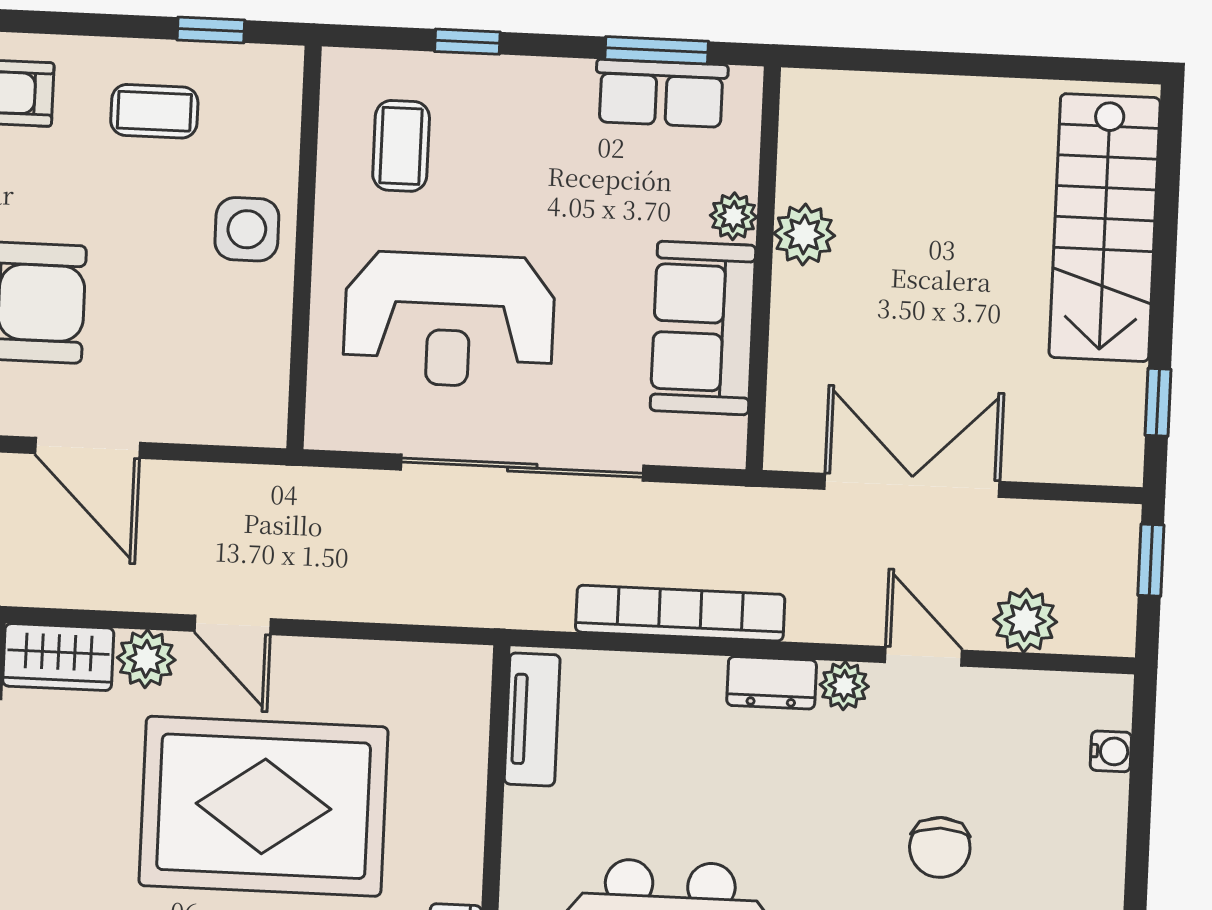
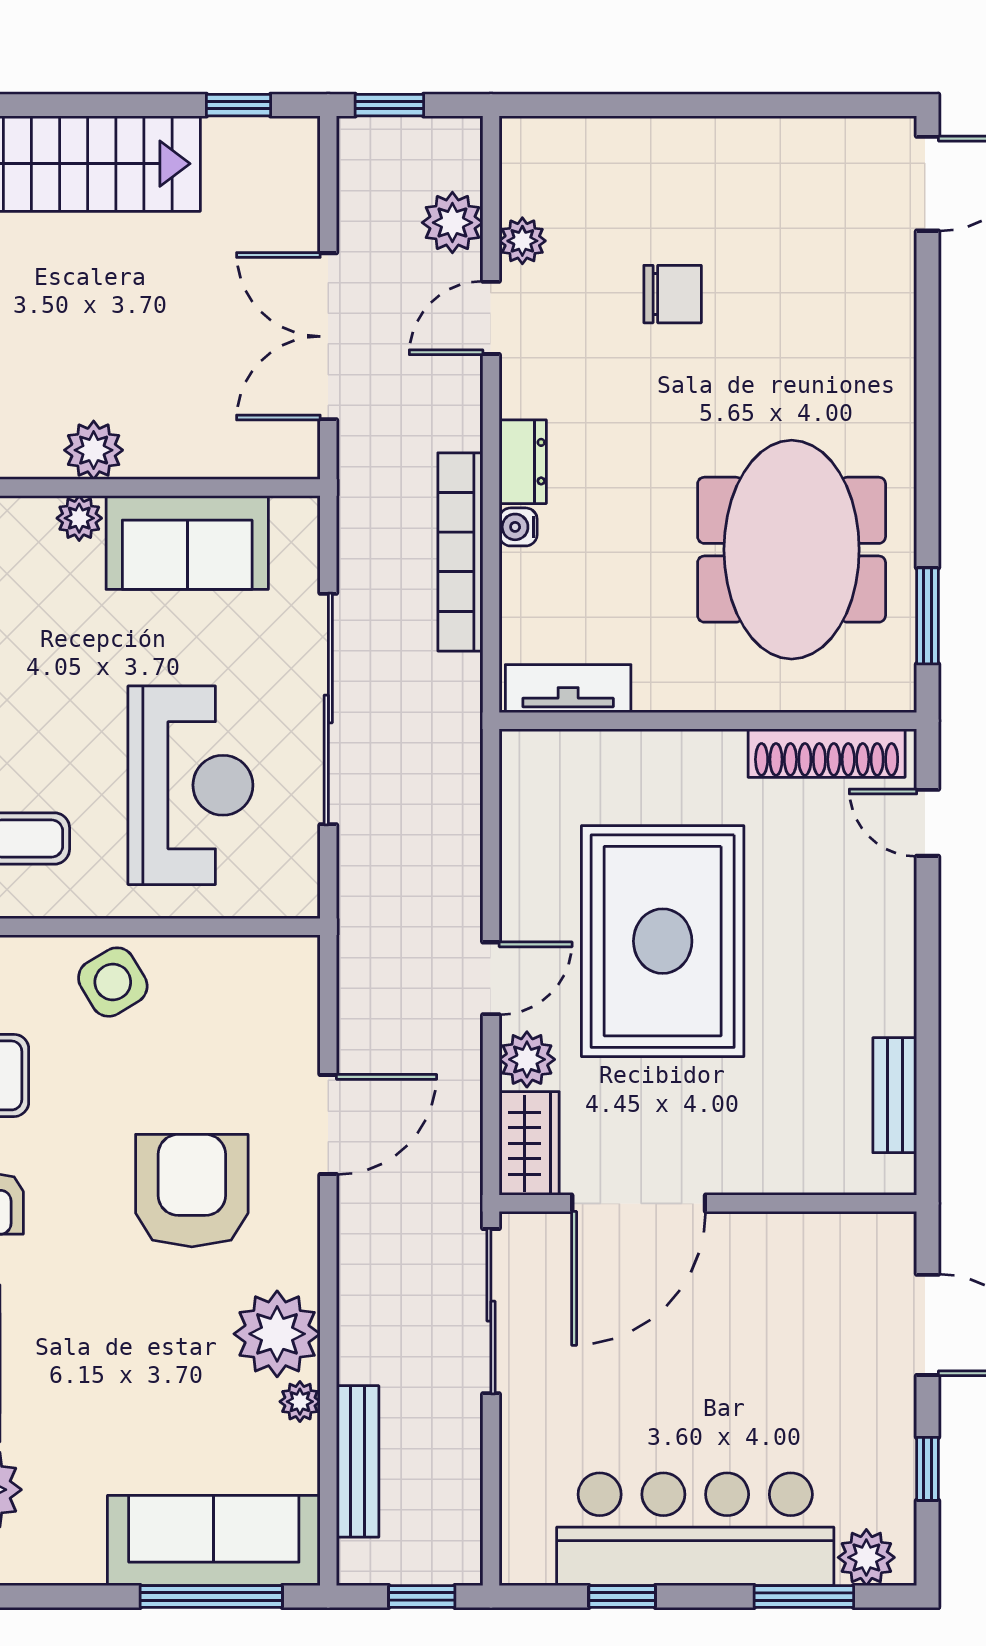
side table: (247, 229) -> (113, 982), turned -31
plant: (844, 686) -> (522, 241), moved
water cooler: (1111, 751) -> (518, 527), moved, turned -90

